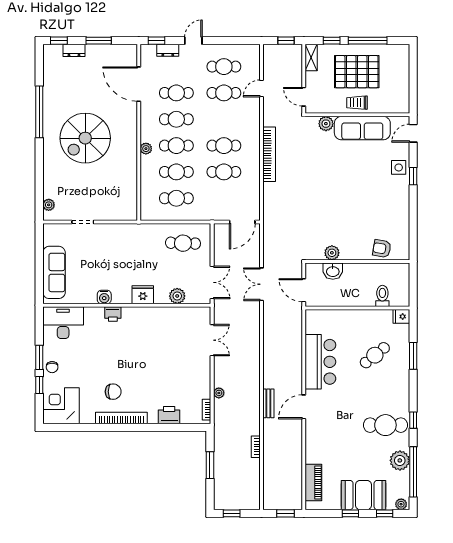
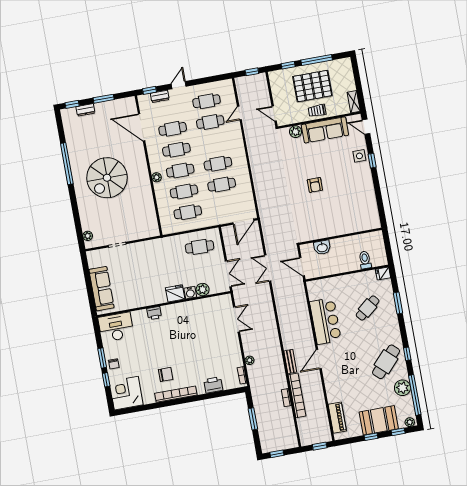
shelving: (311, 58) -> (354, 102), moved
door: (413, 133) -> (366, 127), hinge flipped
bookcase: (269, 154) -> (297, 395), moved
armchair: (382, 249) -> (315, 185), moved, turned -100
plant: (332, 253) -> (319, 233), removed
water cooler: (104, 297) -> (190, 293), moved
cafe table: (385, 425) -> (386, 362), turned -47

